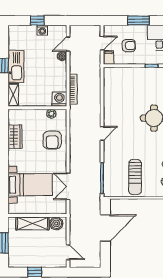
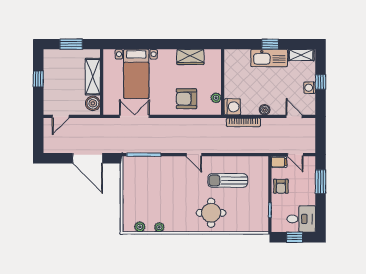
window: (138, 20) -> (321, 182), moved
armchair: (129, 46) -> (281, 186), moved
boiler: (62, 56) -> (265, 110), moved
shelving: (13, 95) -> (301, 55), moved
sun lounger: (135, 177) -> (228, 180), moved

